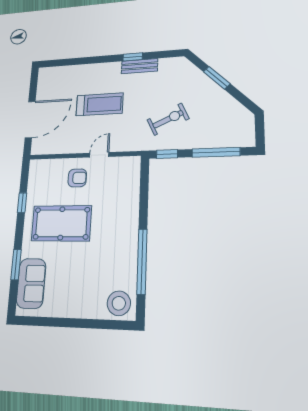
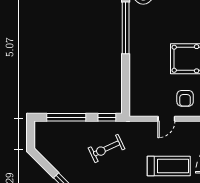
treadmill: (99, 104) -> (169, 166), turned 180
armchair: (77, 178) -> (185, 98), turned -90

